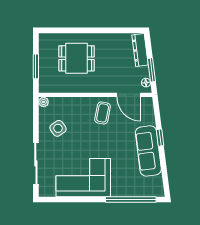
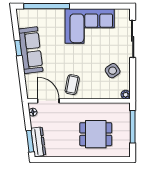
window: (36, 66) -> (133, 127), width x1.44
window: (151, 70) -> (30, 141), moved
window: (160, 138) -> (18, 48), moved

